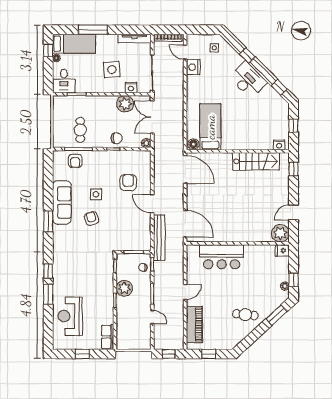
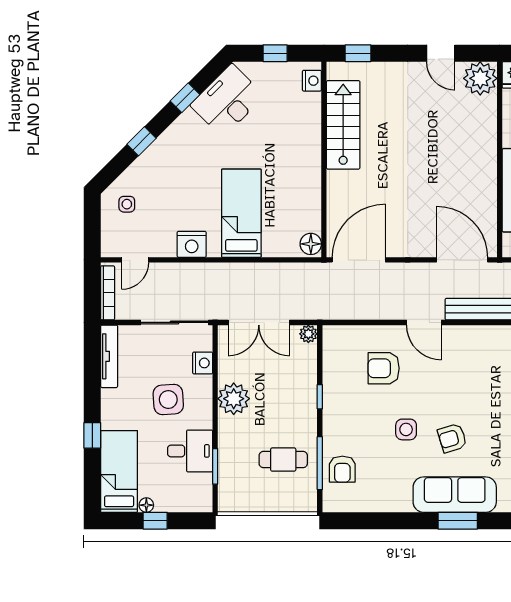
window: (93, 30) -> (92, 435), width x0.46
window: (48, 51) -> (155, 521), moved
nightstand: (193, 67) -> (192, 244), moved
desk: (248, 80) -> (227, 101), moved
desk: (64, 81) -> (190, 451), moved
window: (279, 87) -> (185, 98), moved
plant: (125, 104) -> (234, 399), moved
bed: (210, 127) -> (241, 213), moved, turned 90
chair: (117, 138) -> (299, 390), removed
armchair: (75, 161) -> (342, 469), turned 90
sofa: (62, 202) -> (455, 495), moved
door: (152, 204) -> (424, 322), hinge flipped
door: (185, 224) -> (462, 260), hinge flipped

